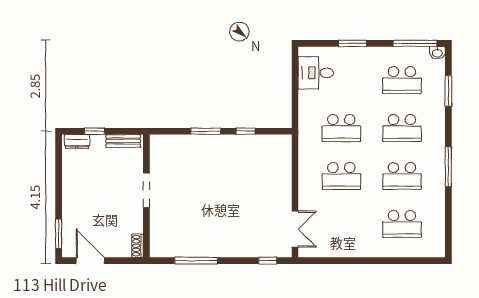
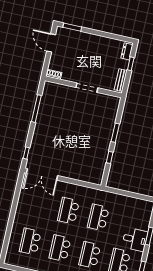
desk: (316, 73) -> (135, 239), moved, turned 90
double door: (295, 229) -> (42, 174), width x1.37
door: (90, 261) -> (51, 43), swing flipped

